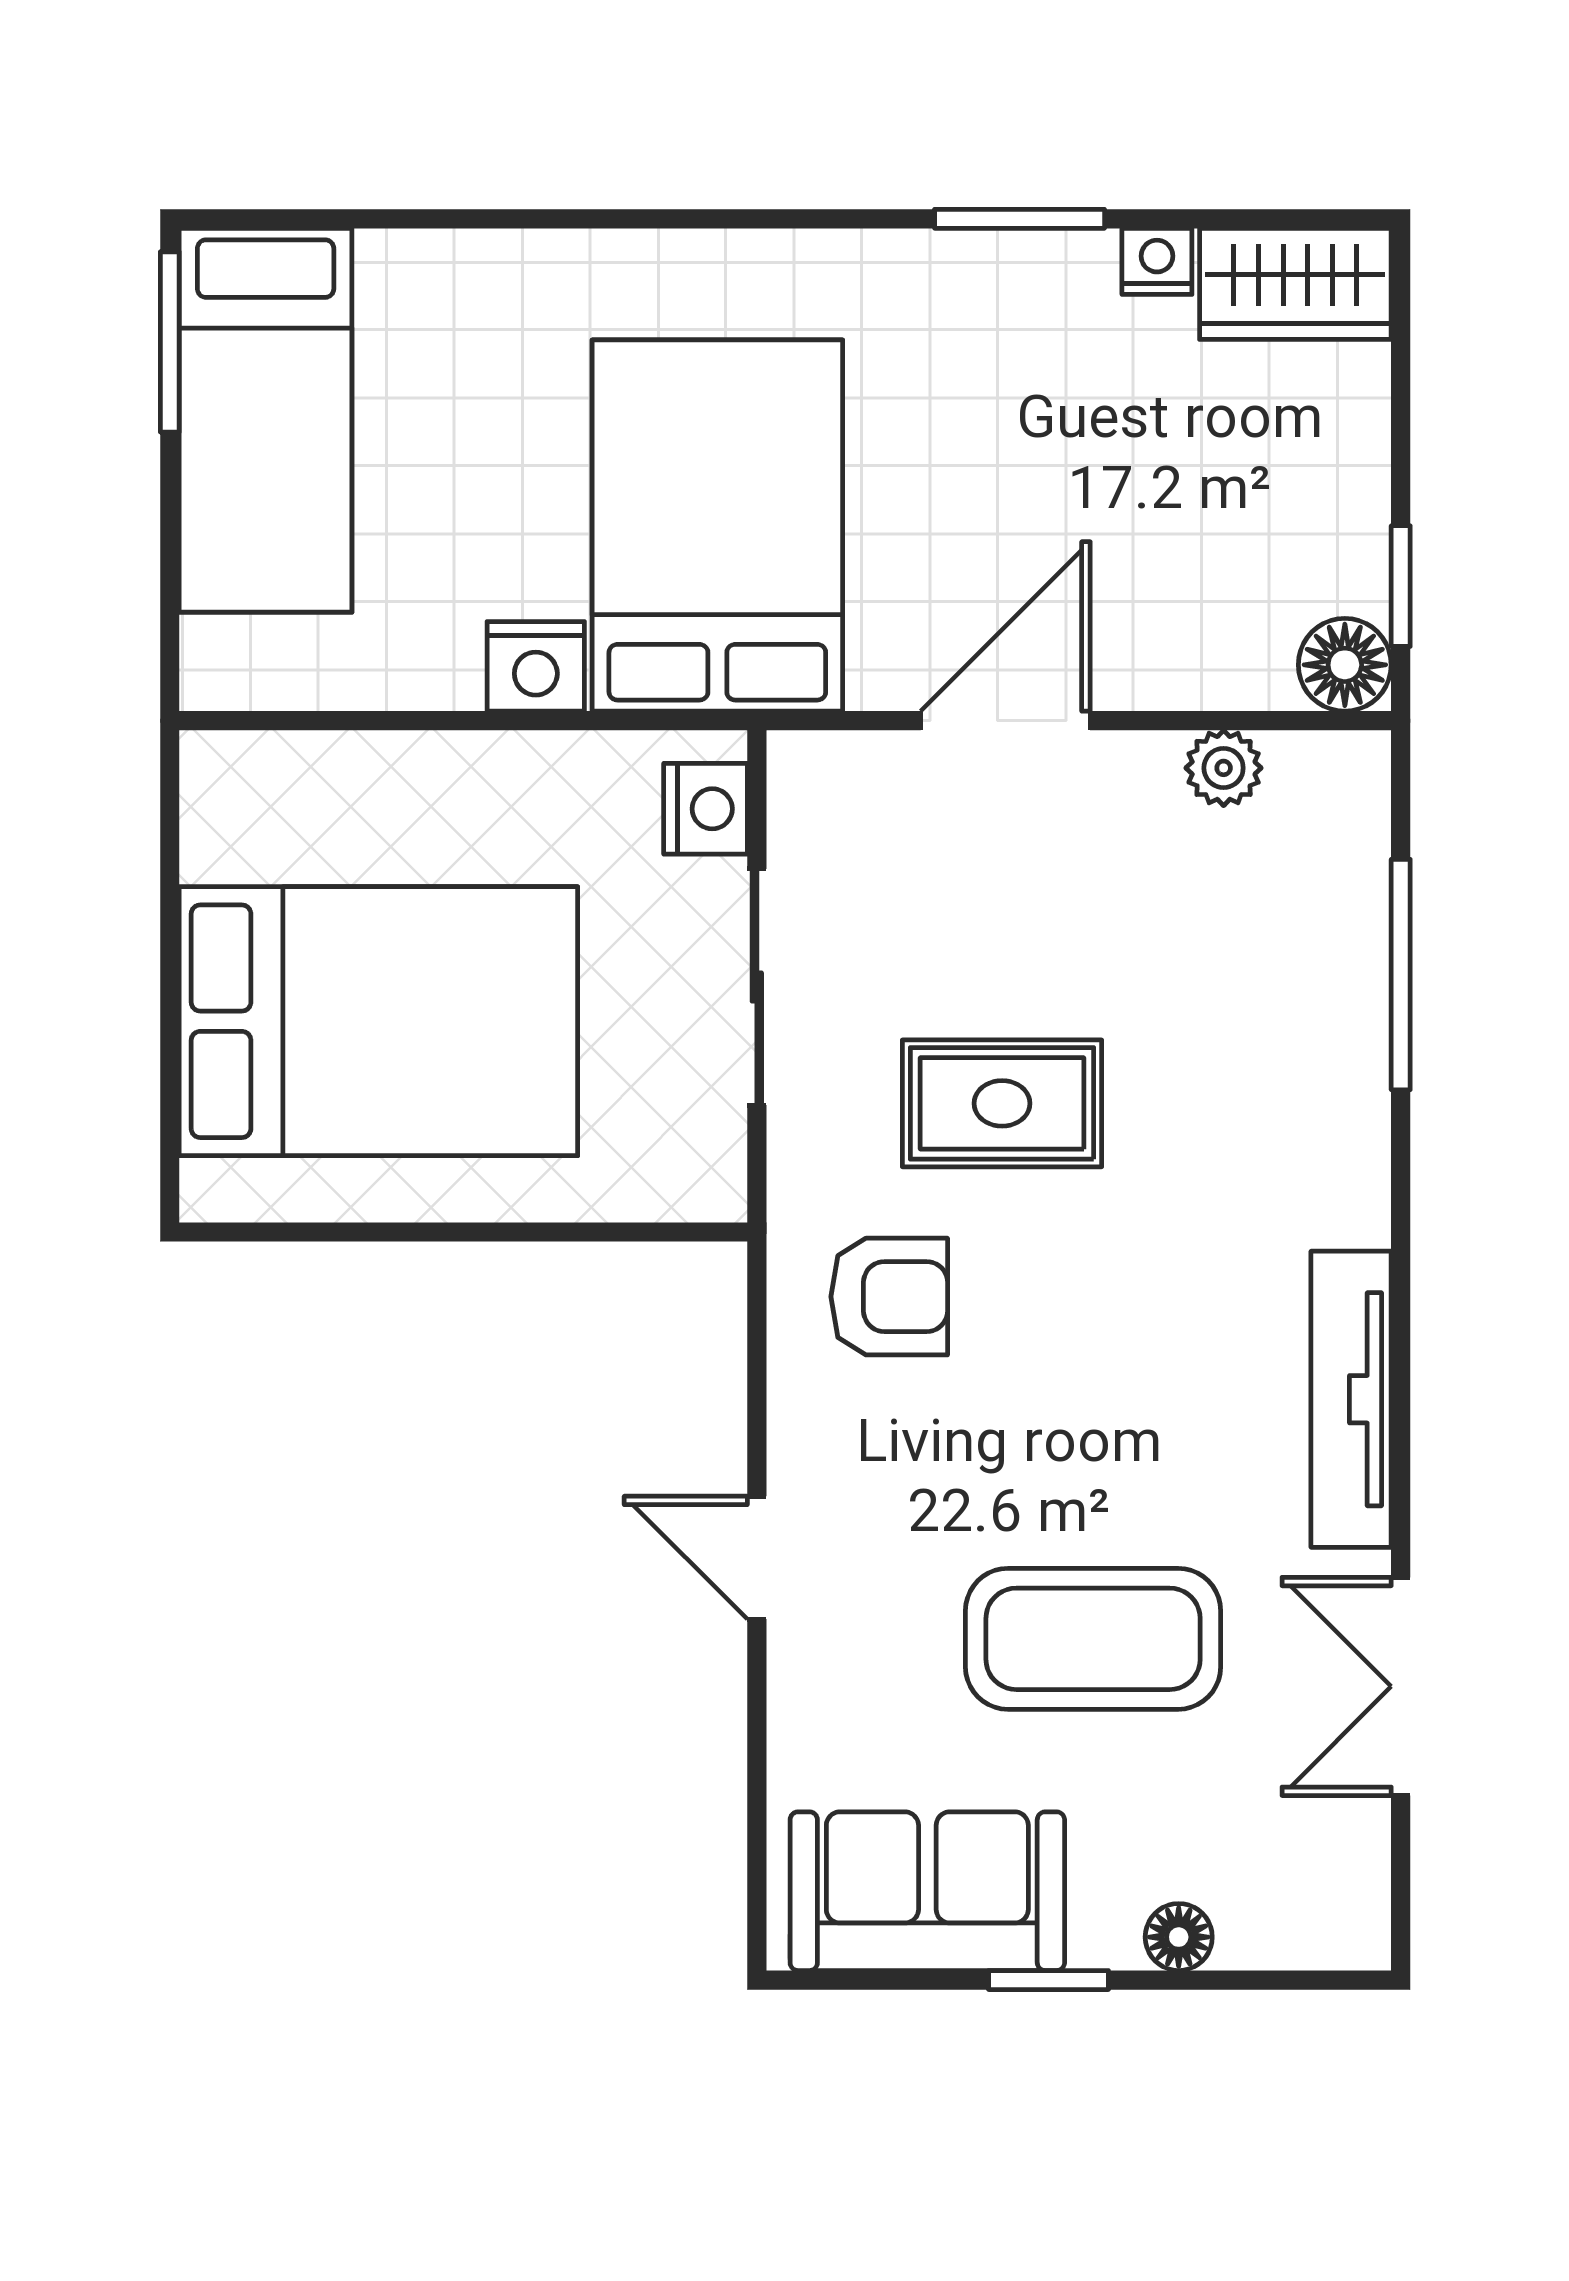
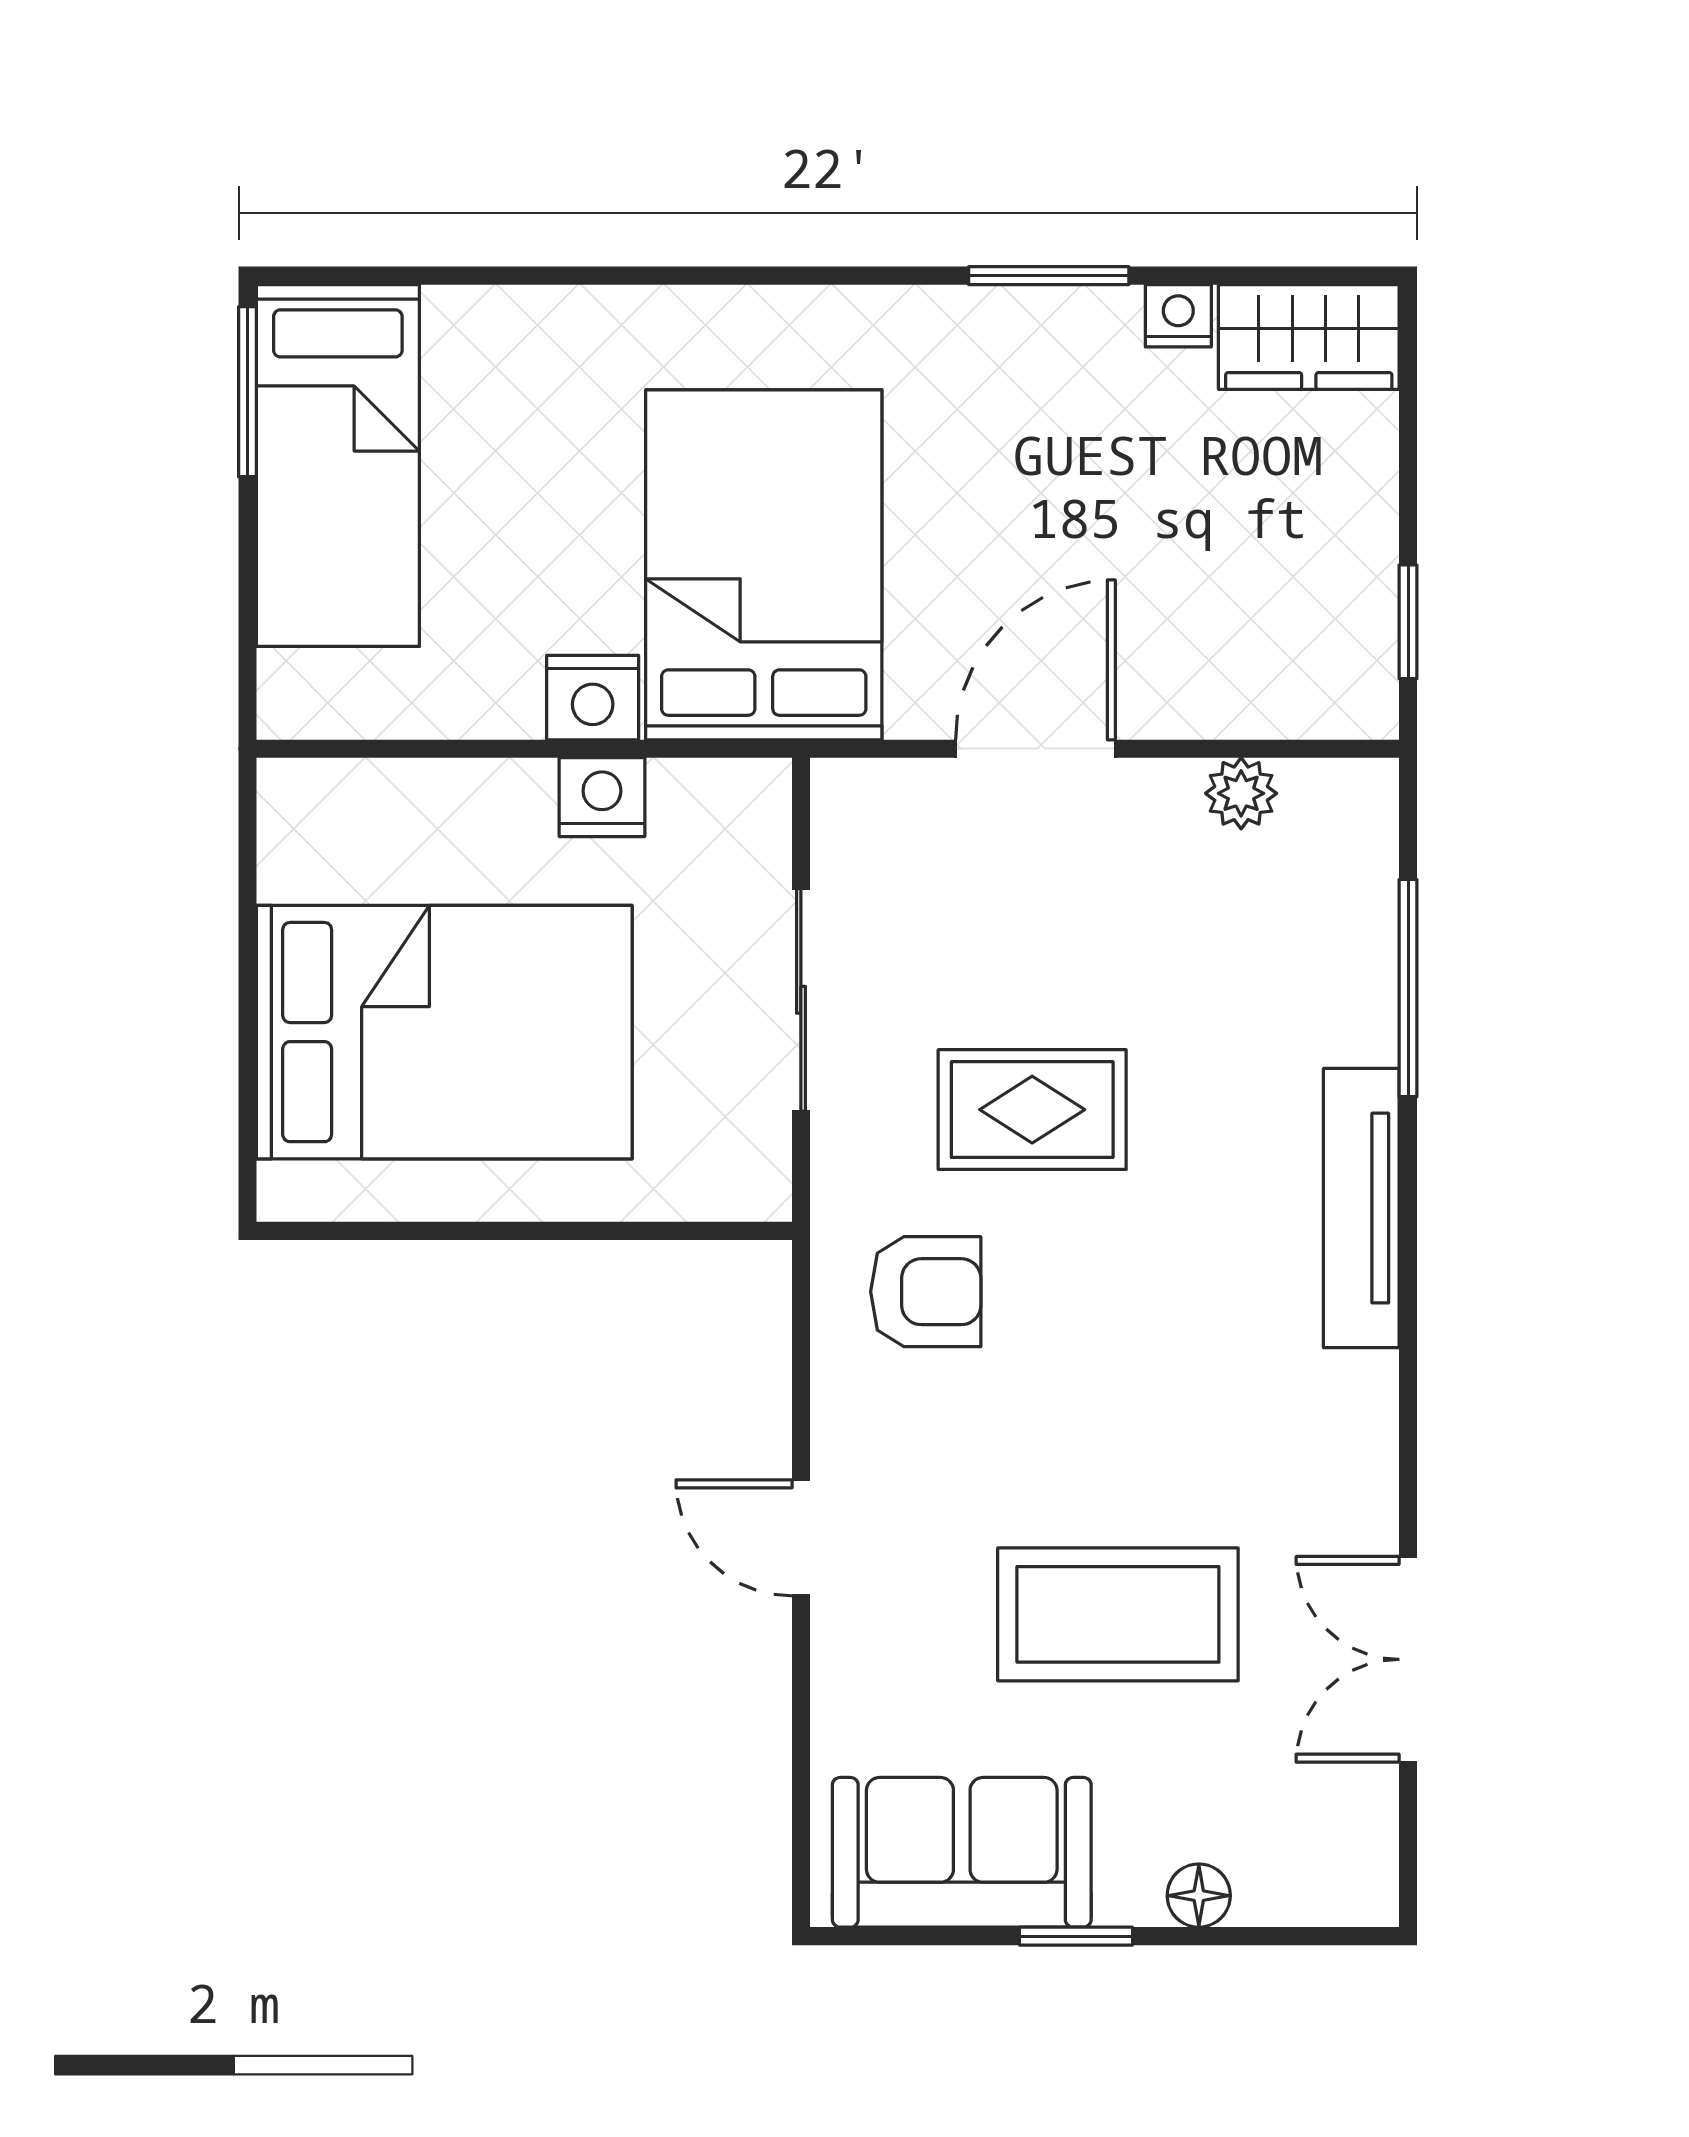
floor lamp: (1345, 665) -> (1355, 696), removed
nightstand: (706, 809) -> (602, 797), moved, turned -90
tv unit: (1351, 1399) -> (1361, 1208), moved

